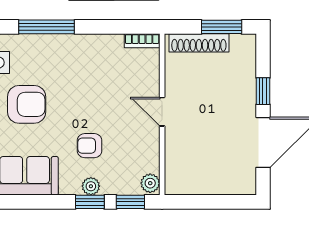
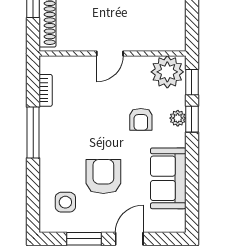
window: (46, 27) -> (33, 132), moved
bookcase: (142, 41) -> (46, 90), moved
plant: (150, 183) -> (167, 72), width x1.87, depth x1.87

